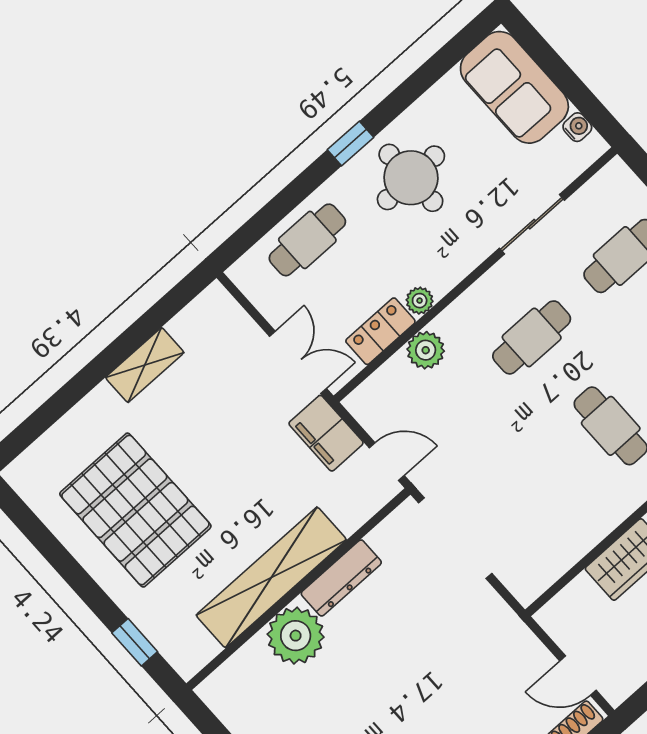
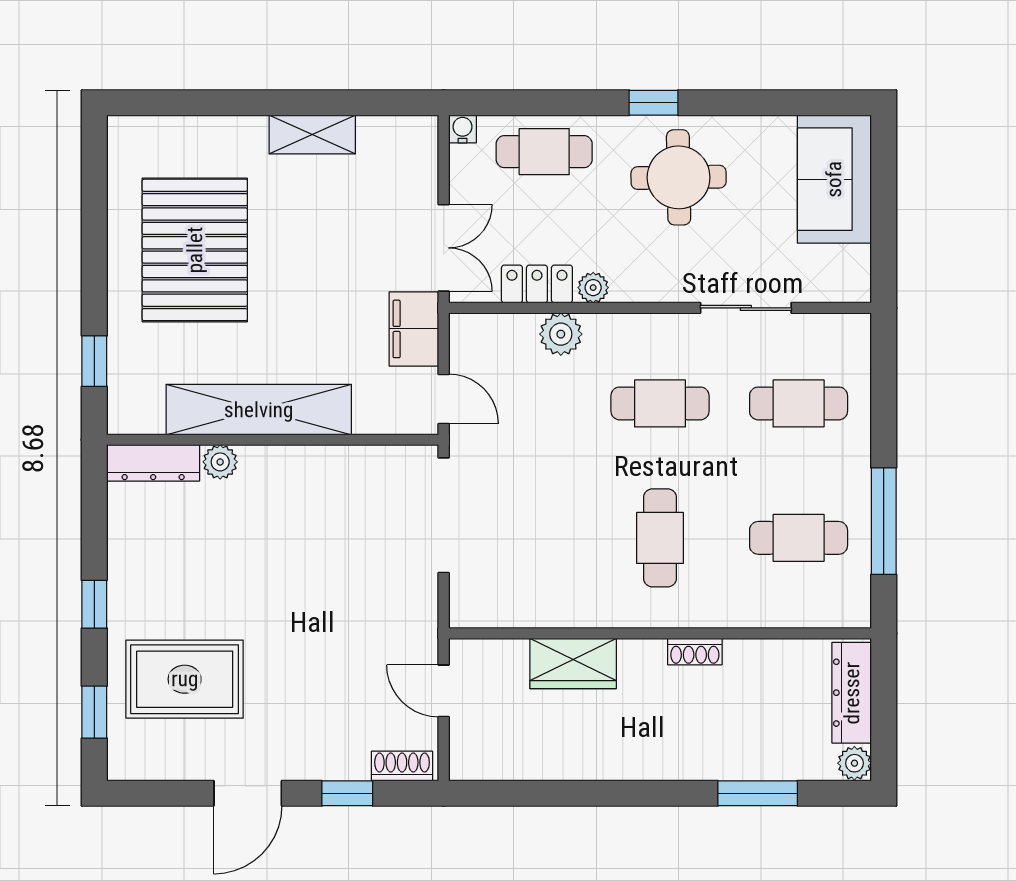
water cooler: (577, 127) -> (463, 129), moved, turned -90
dresser: (341, 578) -> (153, 463), moved
plant: (296, 636) -> (220, 462), width x0.53, depth x0.53
door: (578, 676) -> (444, 691), moved

